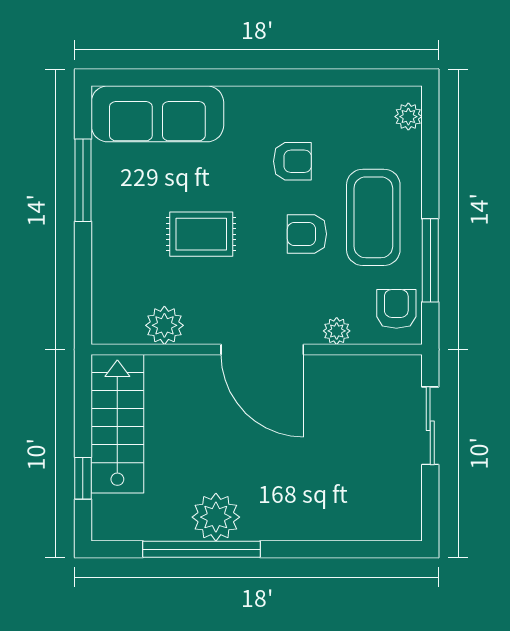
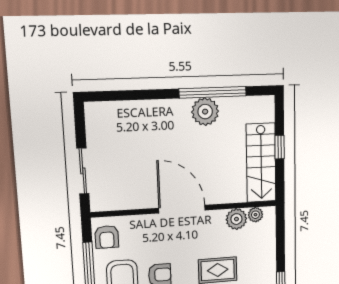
plant: (337, 331) -> (255, 215), moved
window: (83, 478) -> (280, 147), moved

